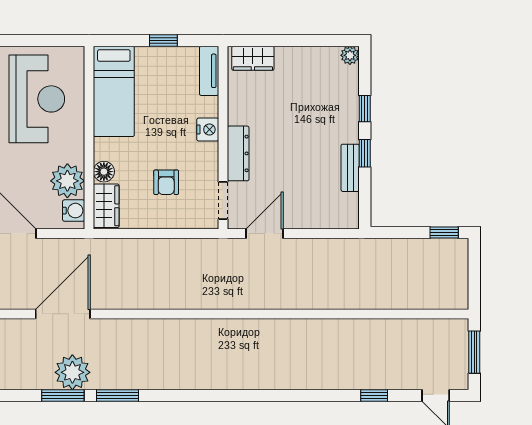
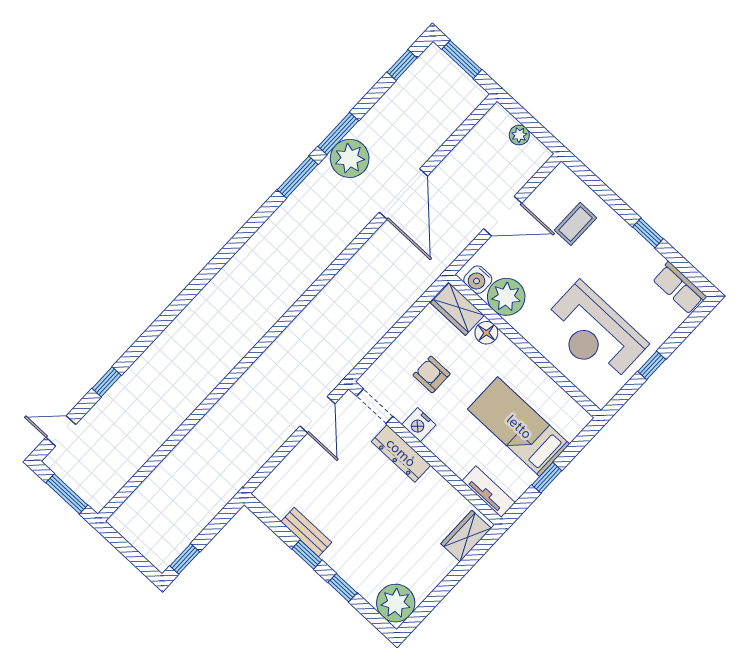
window: (22, 40) -> (652, 365), added
plant: (350, 55) -> (396, 603), width x1.88, depth x1.88
bed: (114, 91) -> (519, 427), moved
nightstand: (208, 129) -> (419, 425), moved

